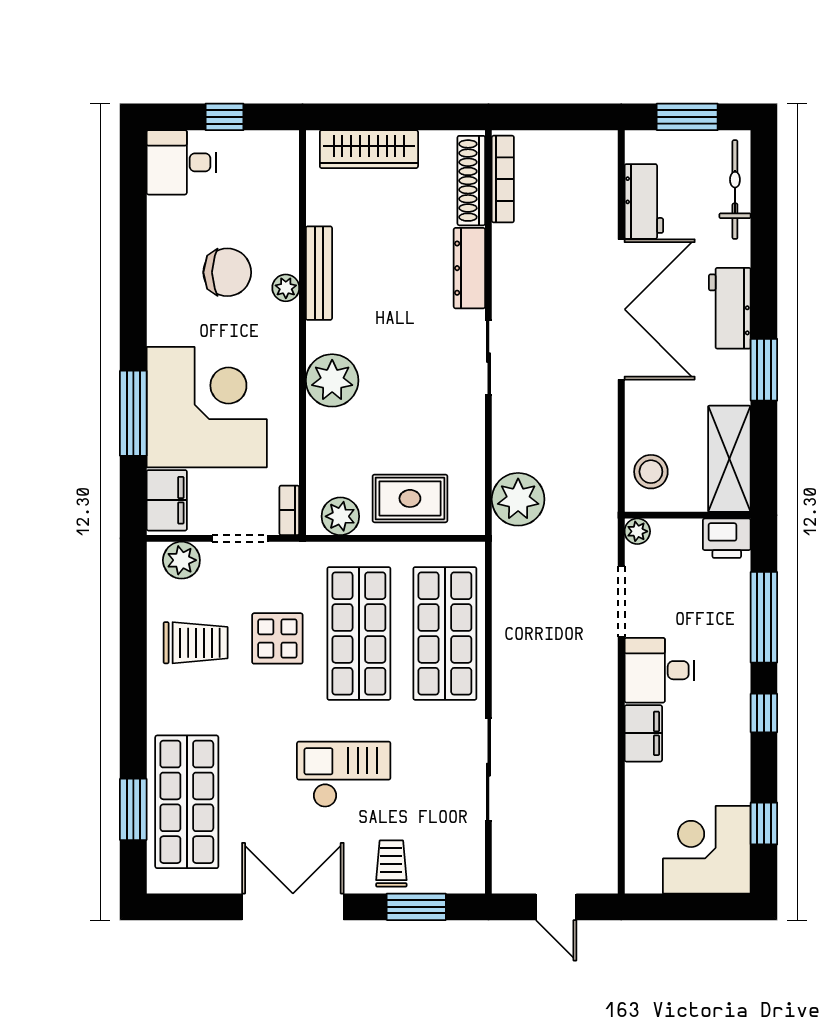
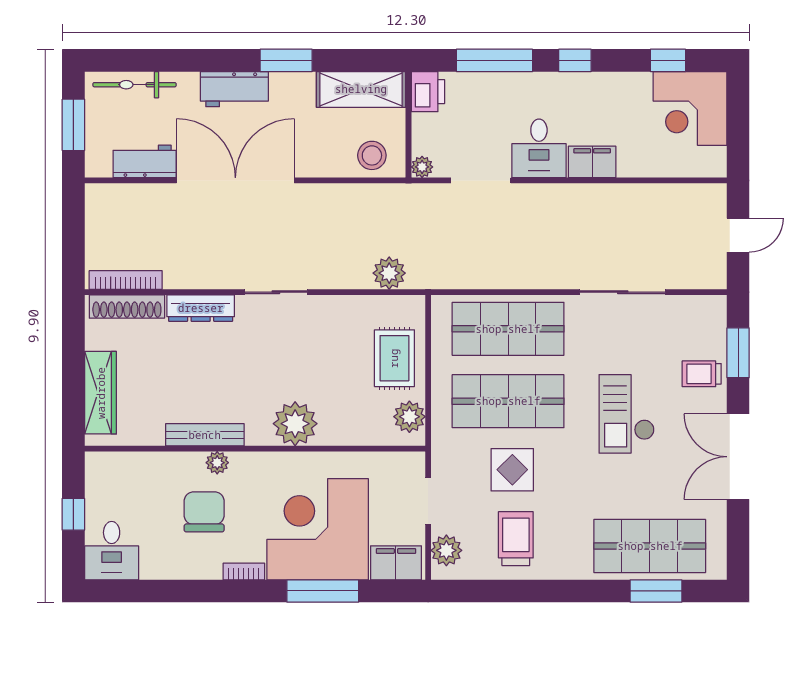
plant: (518, 499) -> (389, 273), width x0.73, depth x0.73
bookcase: (289, 510) -> (244, 571), moved, turned 180

